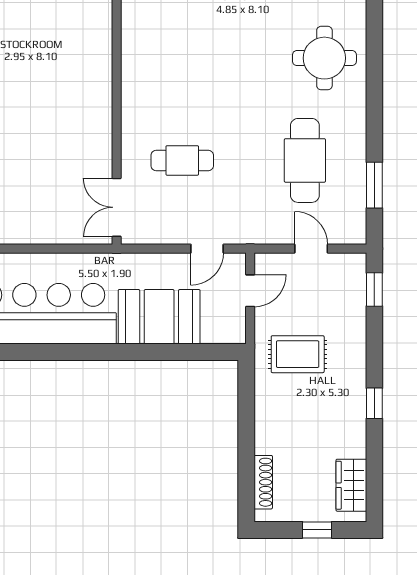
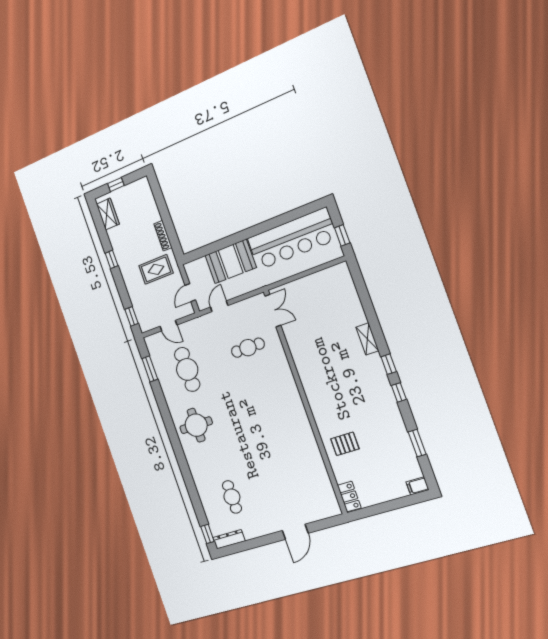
shoe rack: (263, 482) -> (163, 236), moved

